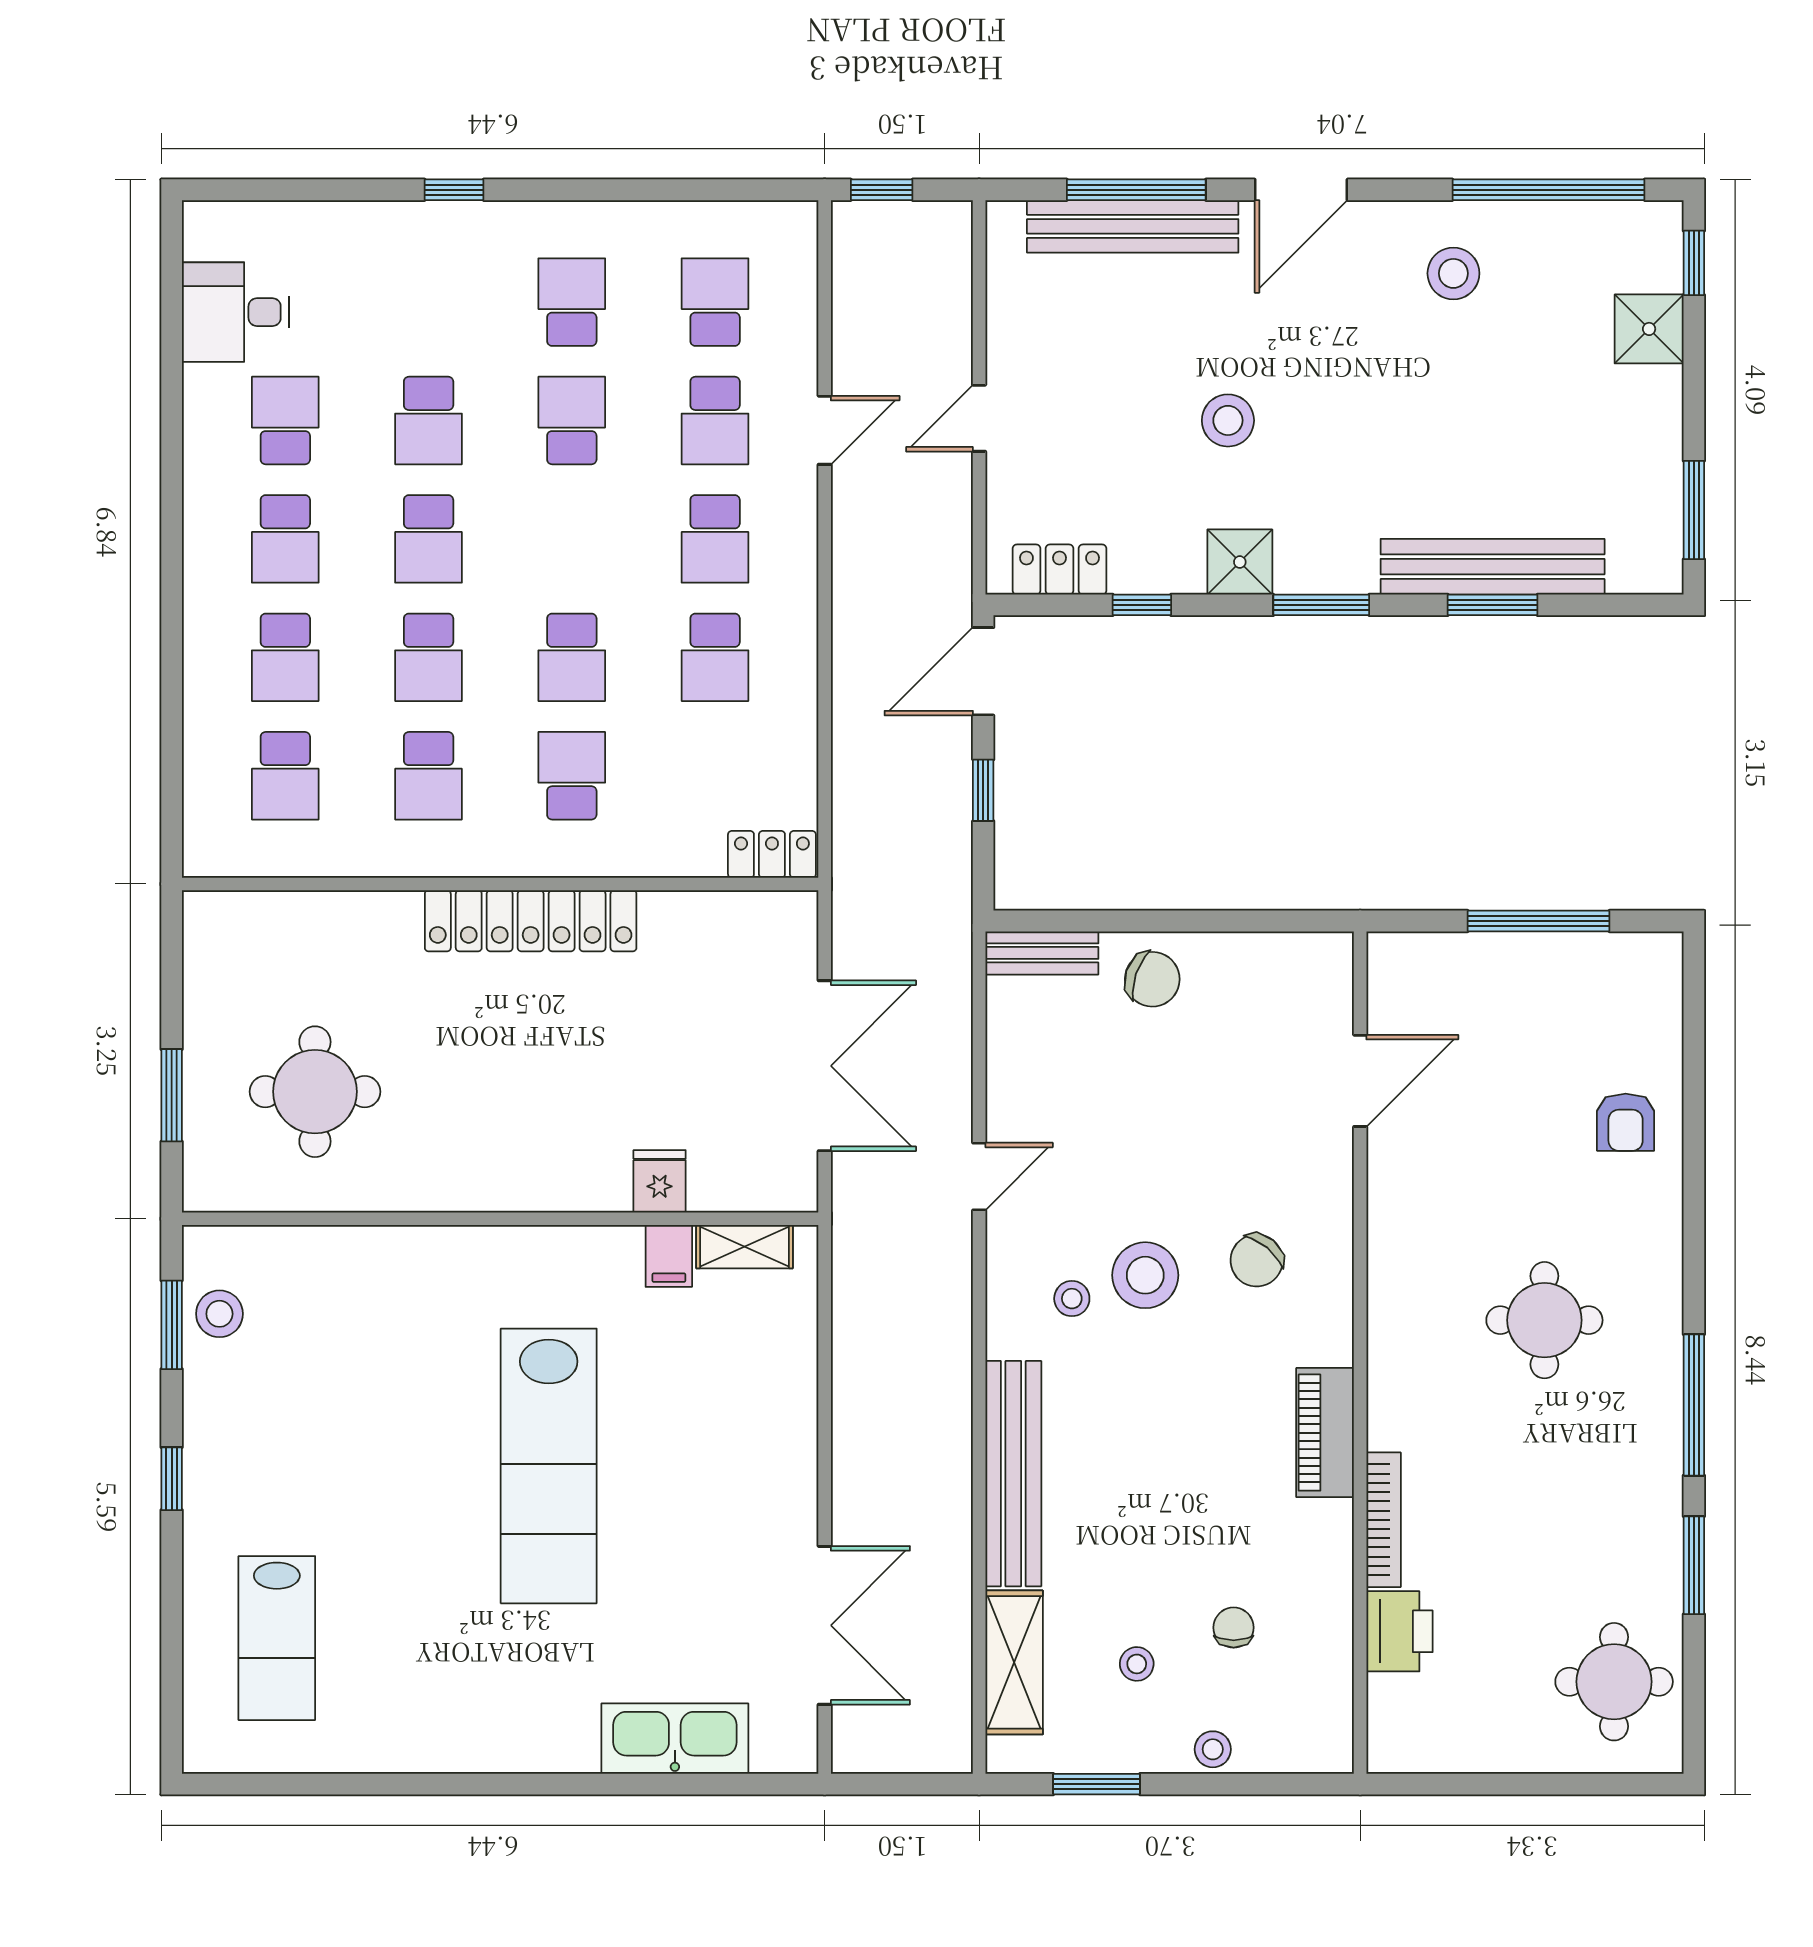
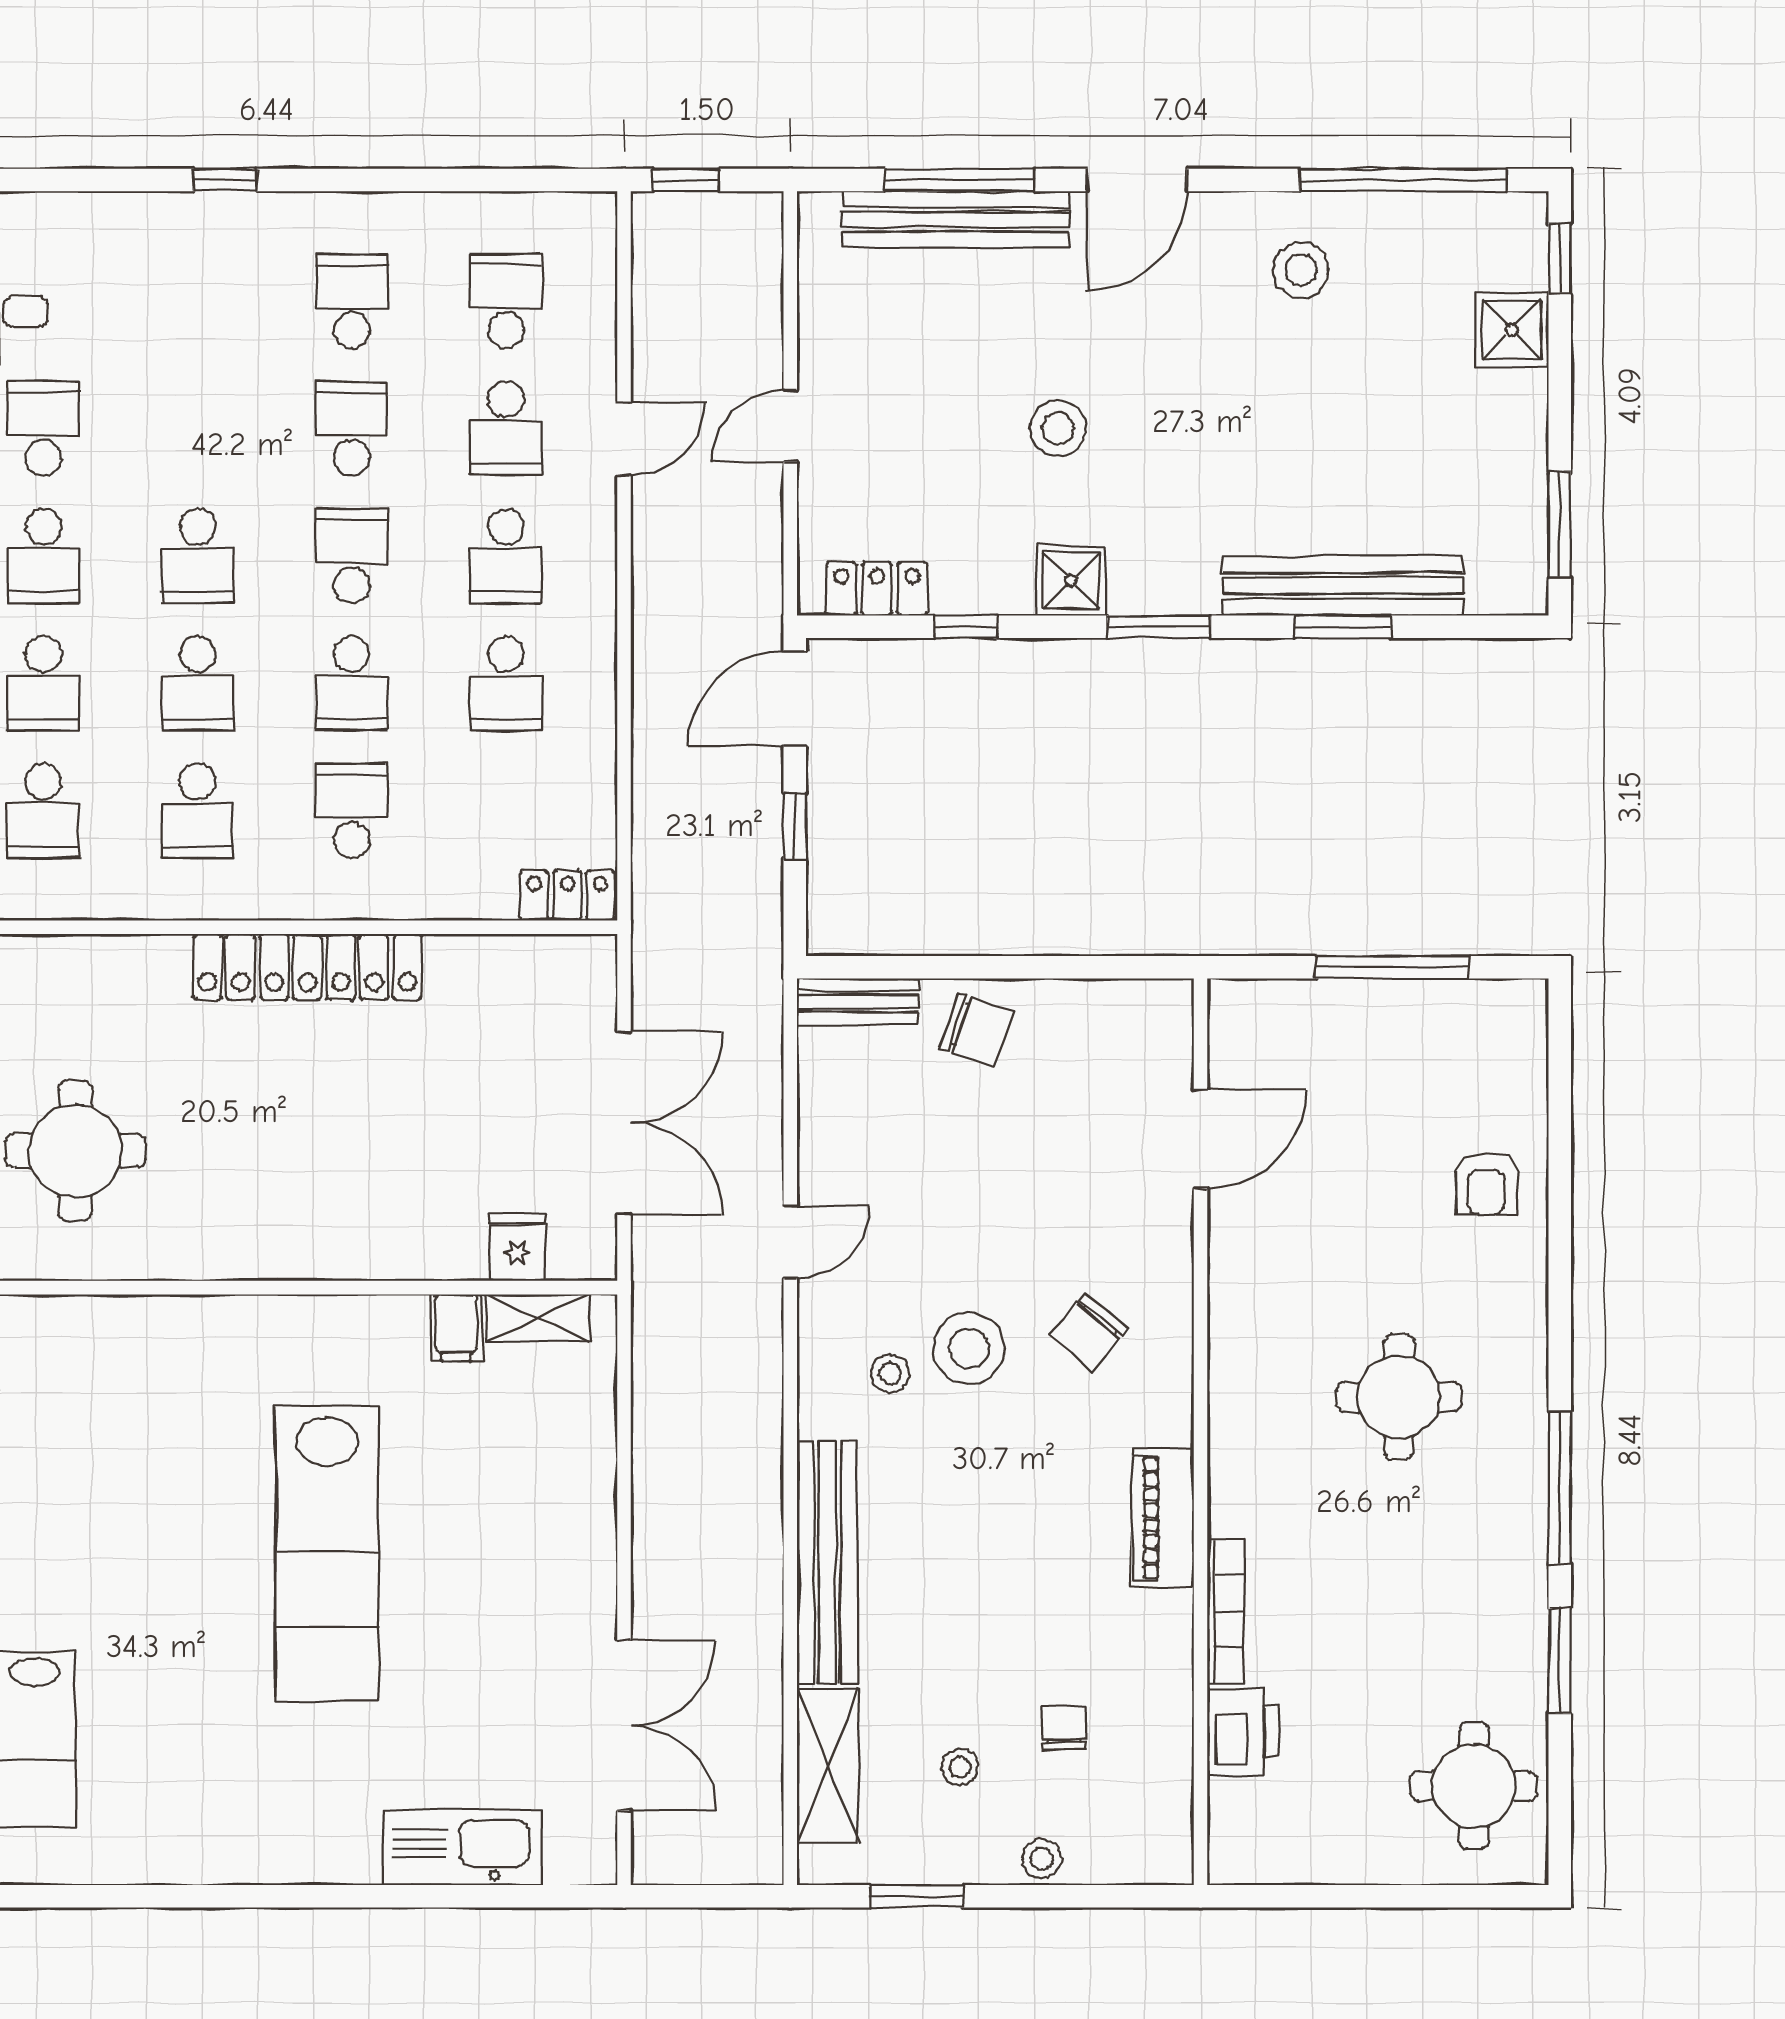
school desk: (429, 421) -> (352, 556), moved, turned 180
fridge: (660, 1181) -> (517, 1247), moved

